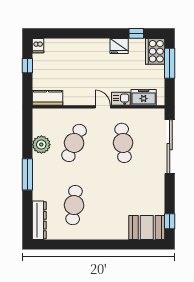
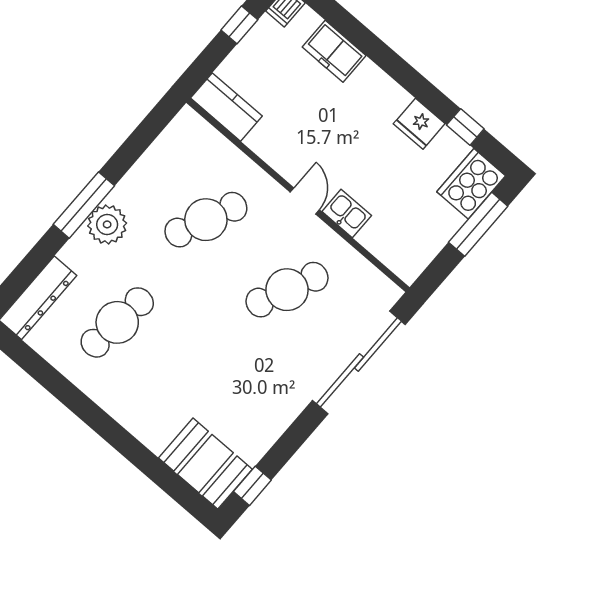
freezer: (144, 97) -> (334, 51), moved, turned 180
cafe table: (123, 143) -> (287, 290), turned 30
plant: (41, 145) -> (107, 224), moved

